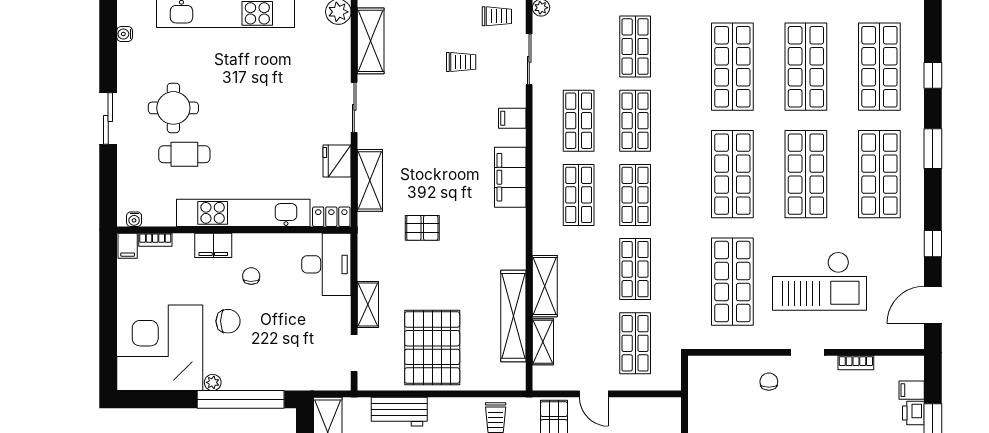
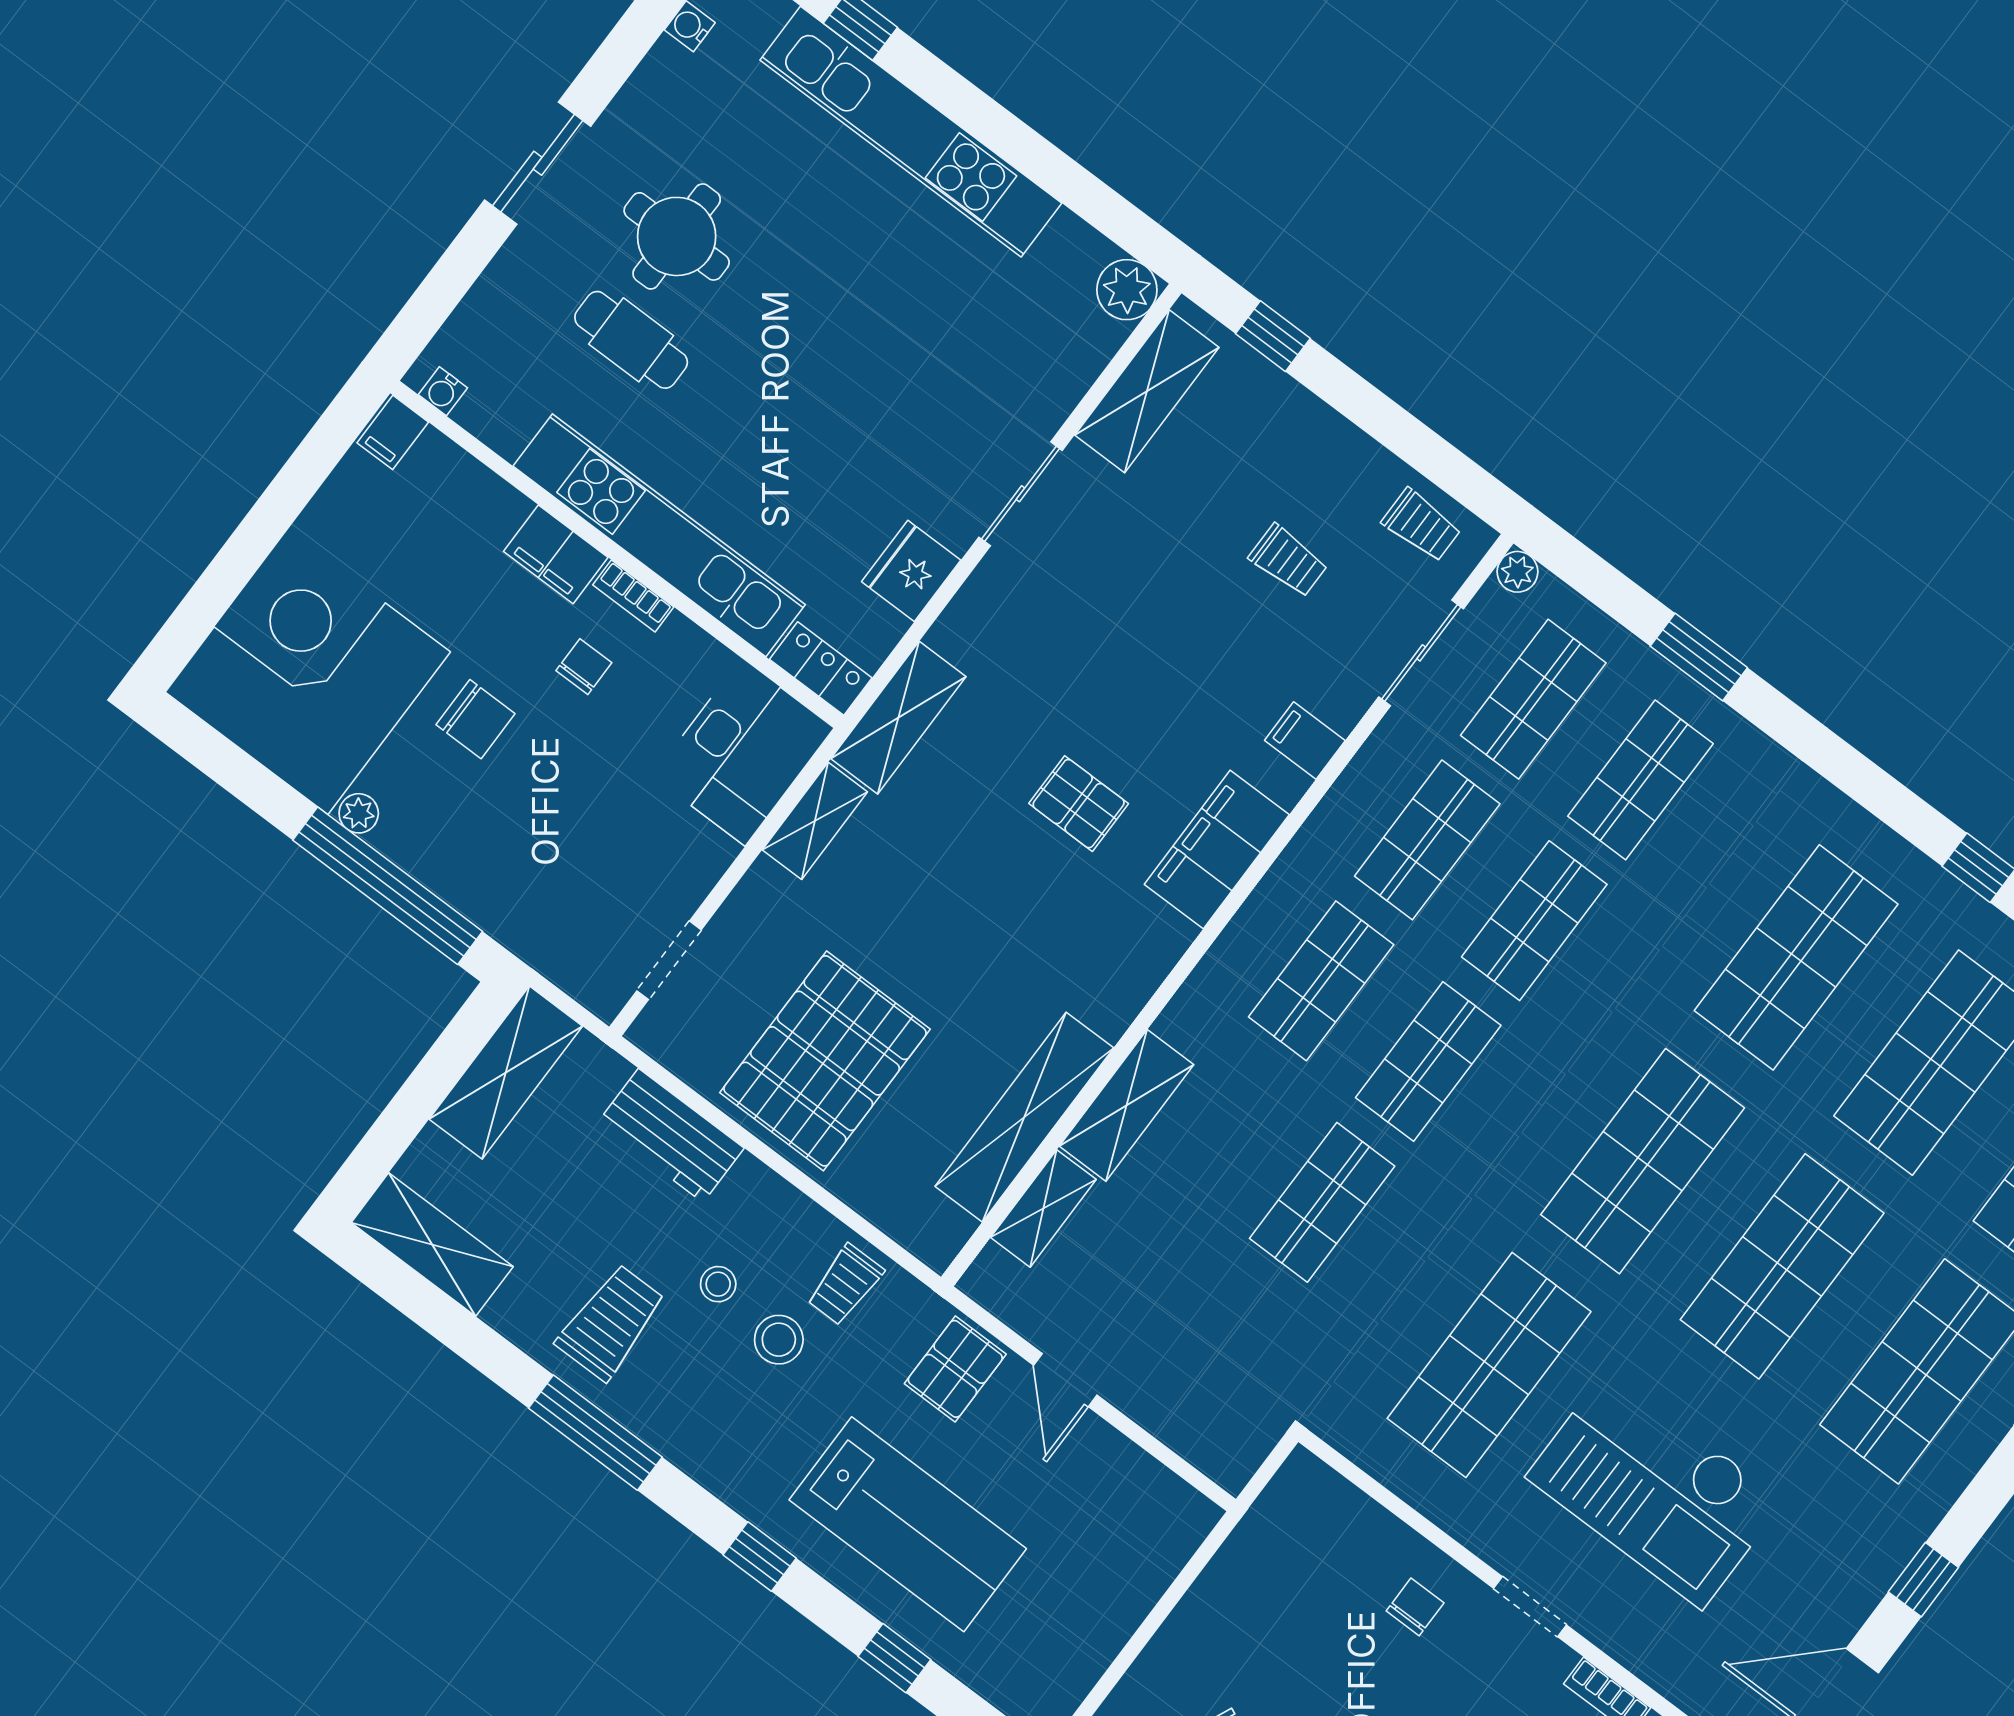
shelving: (370, 180) -> (898, 718), moved
pallet: (422, 228) -> (1079, 804), moved
bookcase: (155, 240) -> (633, 596), moved
shelving: (368, 304) -> (815, 821), moved
shop shelf: (635, 343) -> (1533, 699), moved

